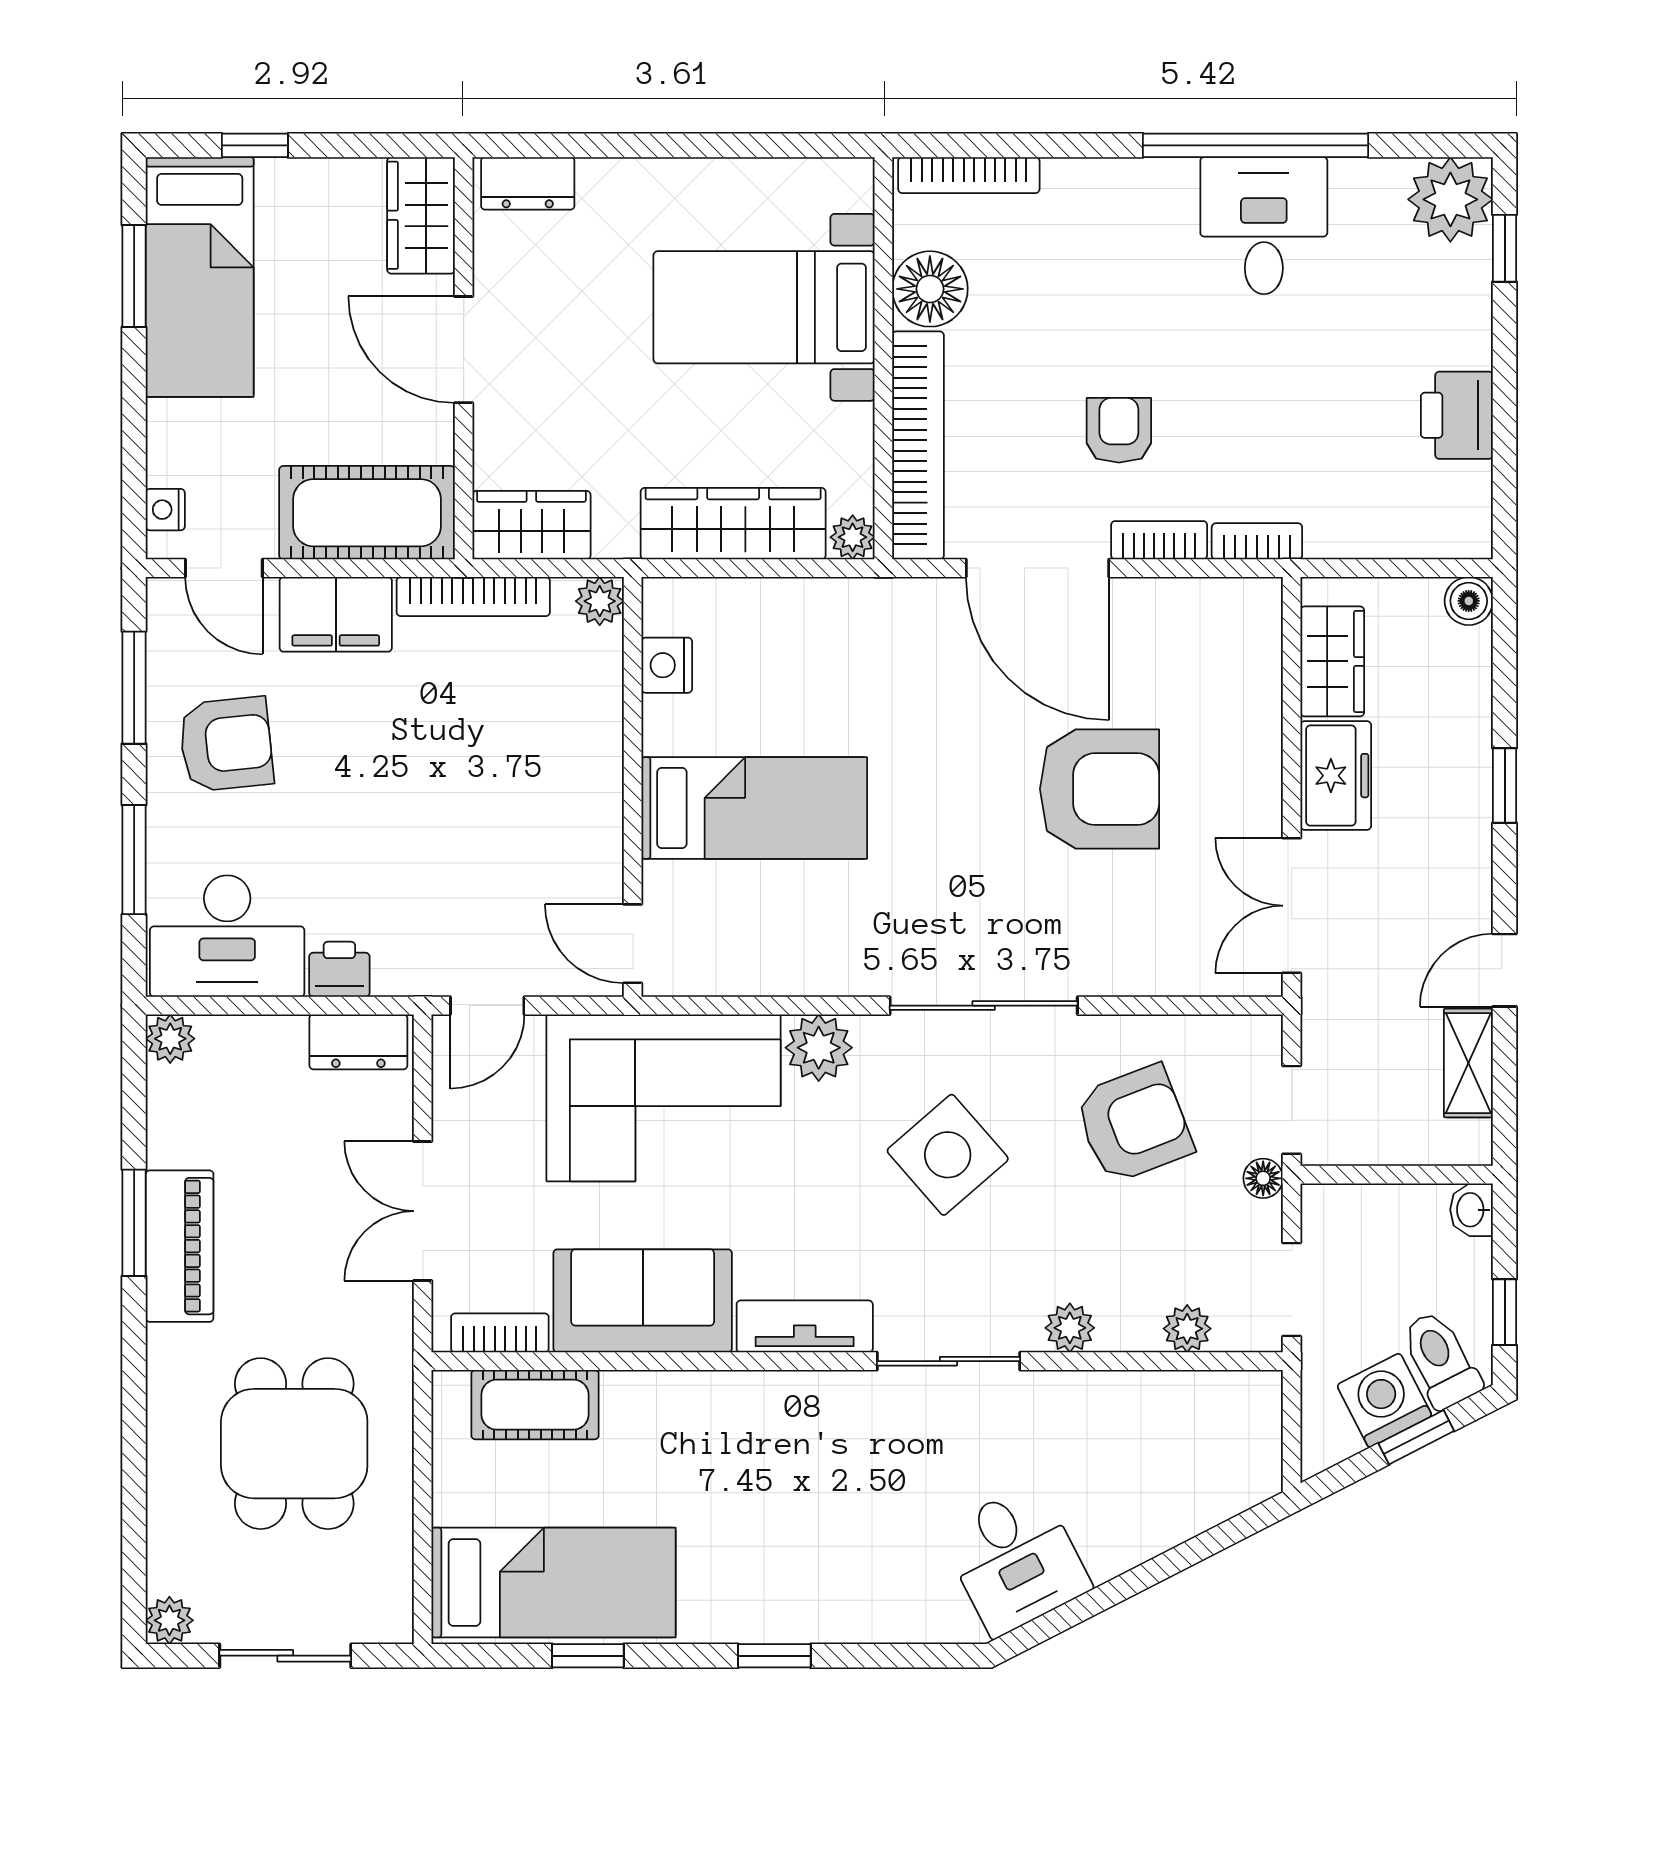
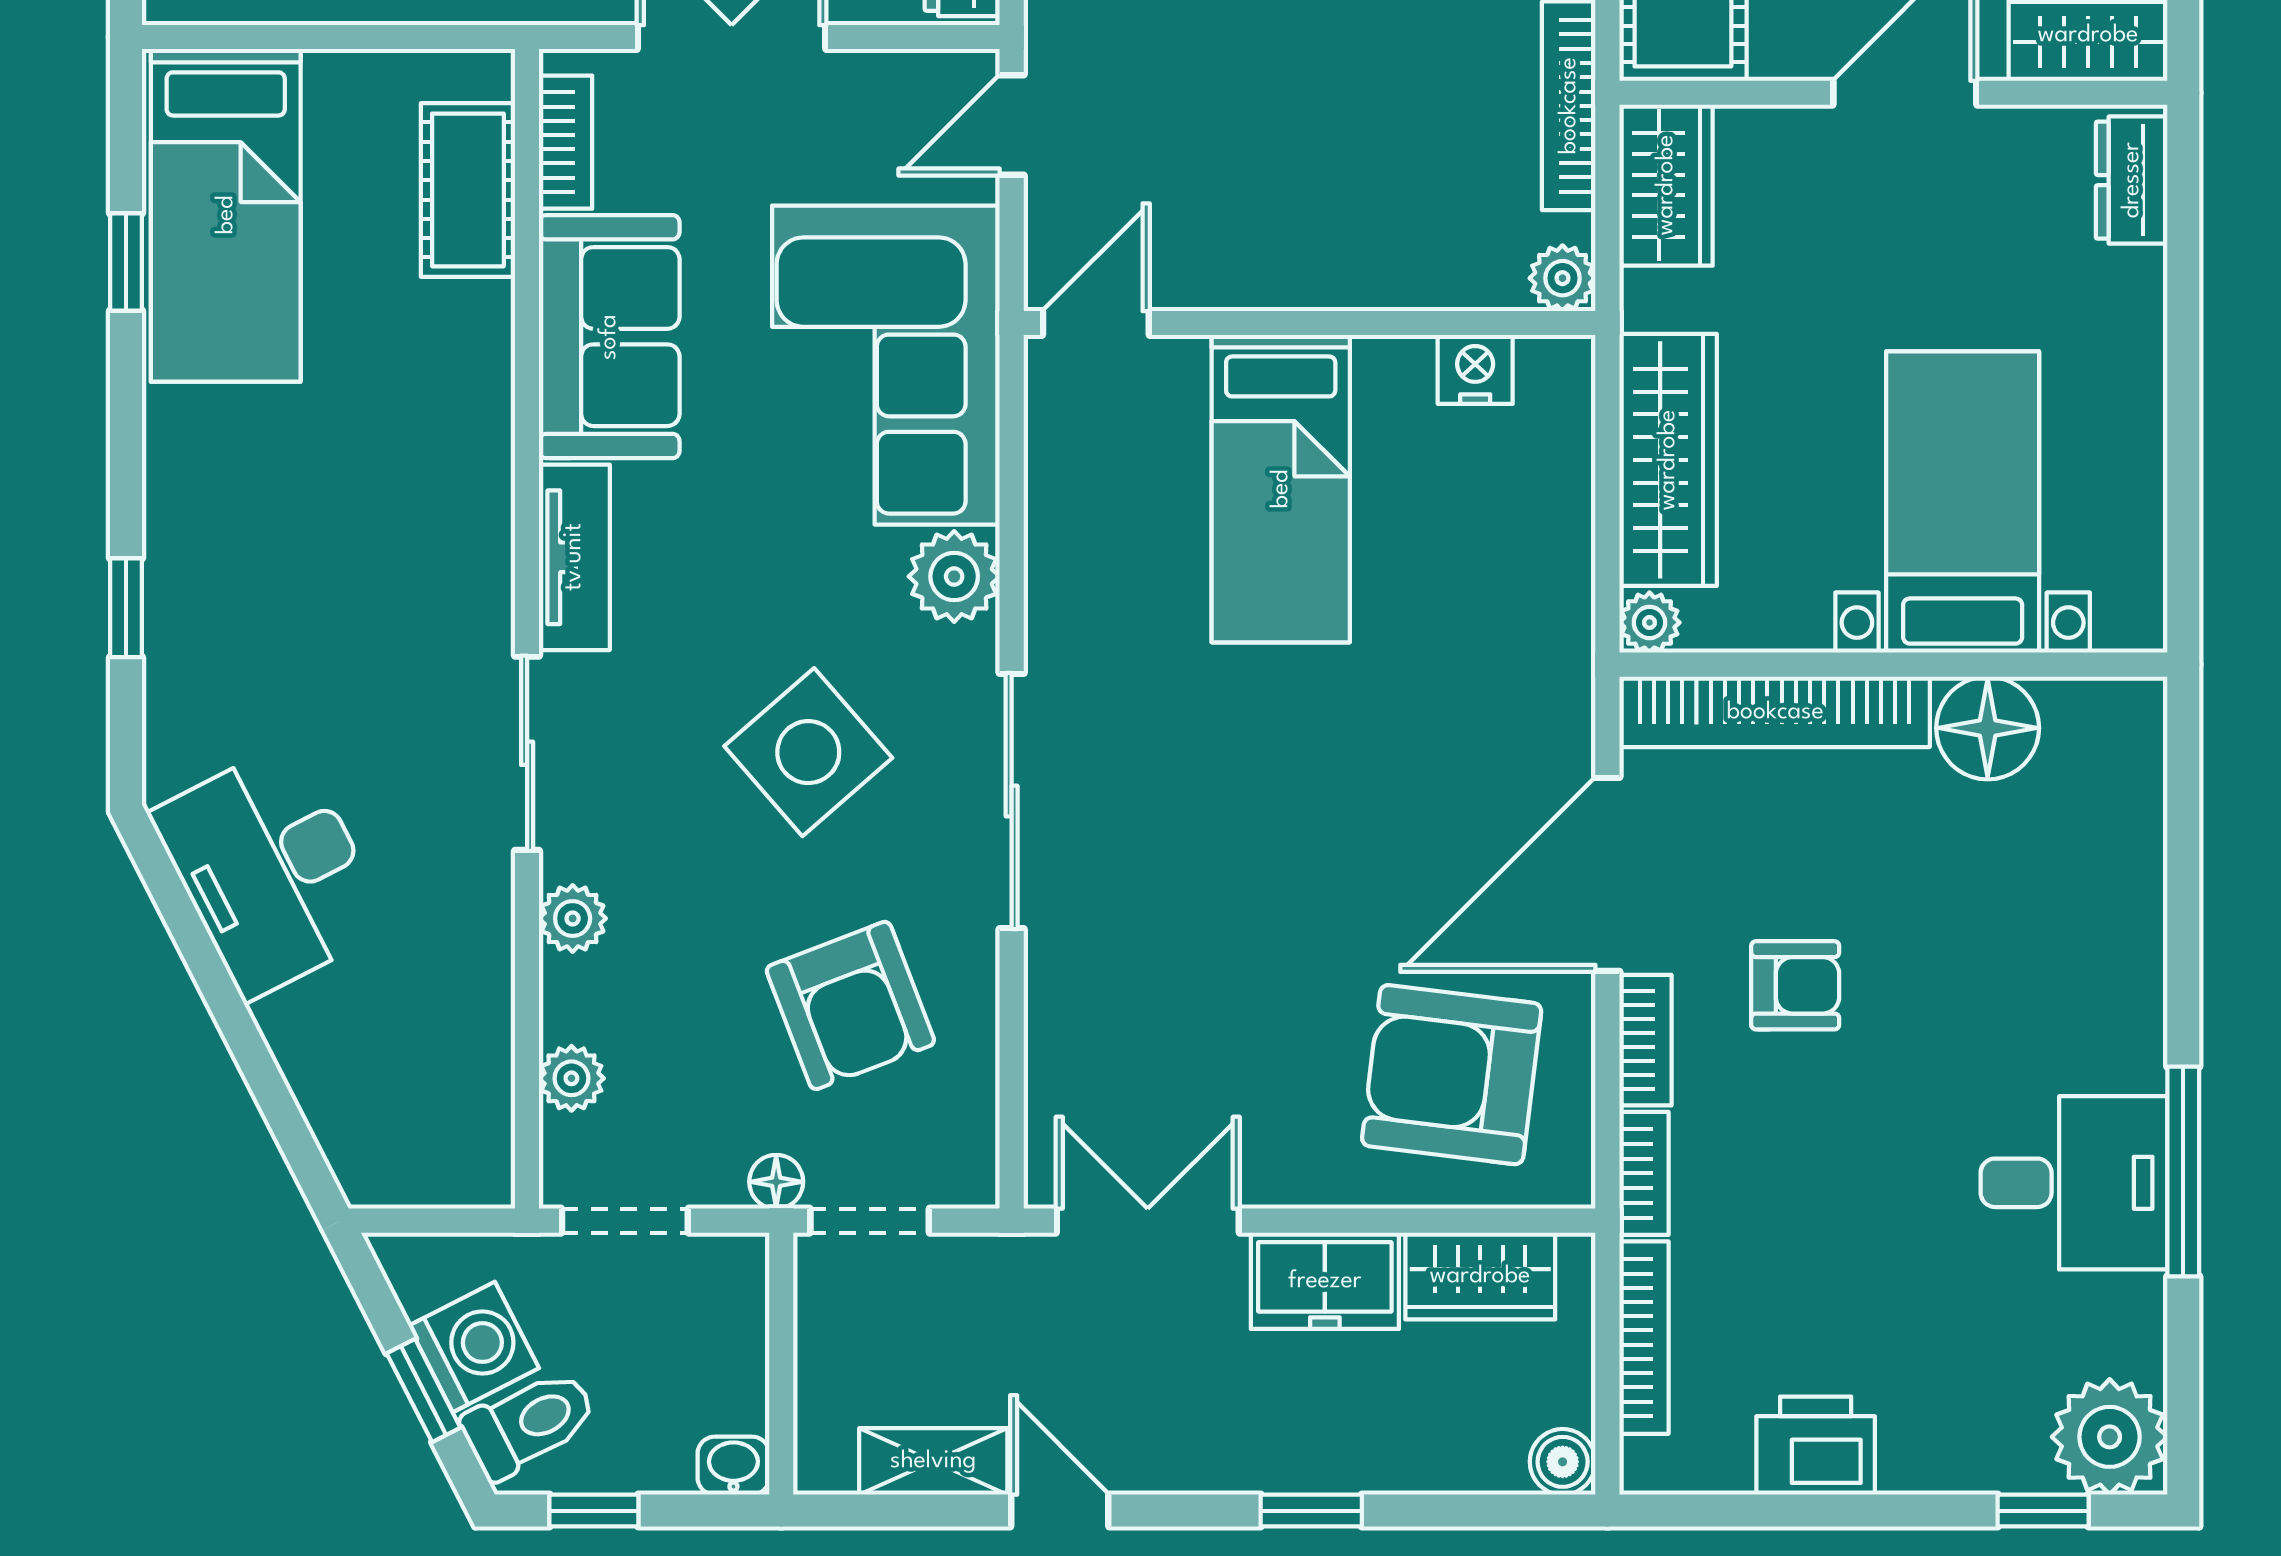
window: (1256, 145) -> (2183, 1172), width x0.68
bookcase: (969, 175) -> (1644, 1338), moved, turned 180
armchair: (1099, 789) -> (1452, 1075), moved, turned 97
door: (487, 1006) -> (1012, 125), hinge flipped
desk: (1015, 1559) -> (270, 870), width x1.37
window: (774, 1656) -> (126, 608), moved

